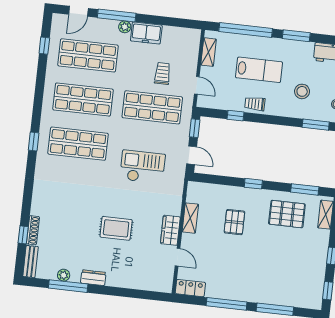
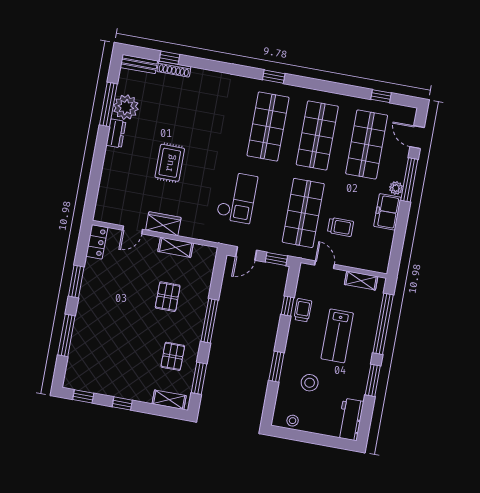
door: (197, 85) -> (325, 265), swing flipped
trolley: (255, 104) -> (303, 310), moved
window: (316, 125) -> (276, 367), moved
window: (253, 184) -> (209, 321), width x2.17
pallet: (287, 214) -> (173, 356), width x0.67, depth x0.71
pallet: (234, 222) -> (168, 297), turned 90
plant: (64, 275) -> (126, 107), width x1.87, depth x1.87
window: (227, 304) -> (76, 282), width x0.69

